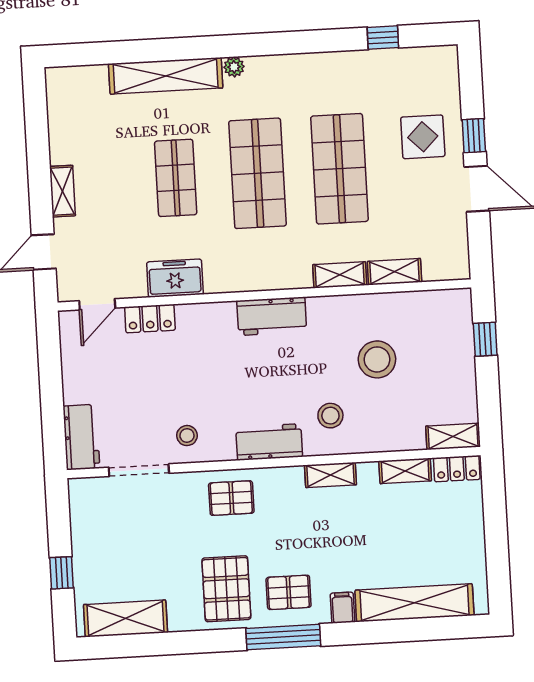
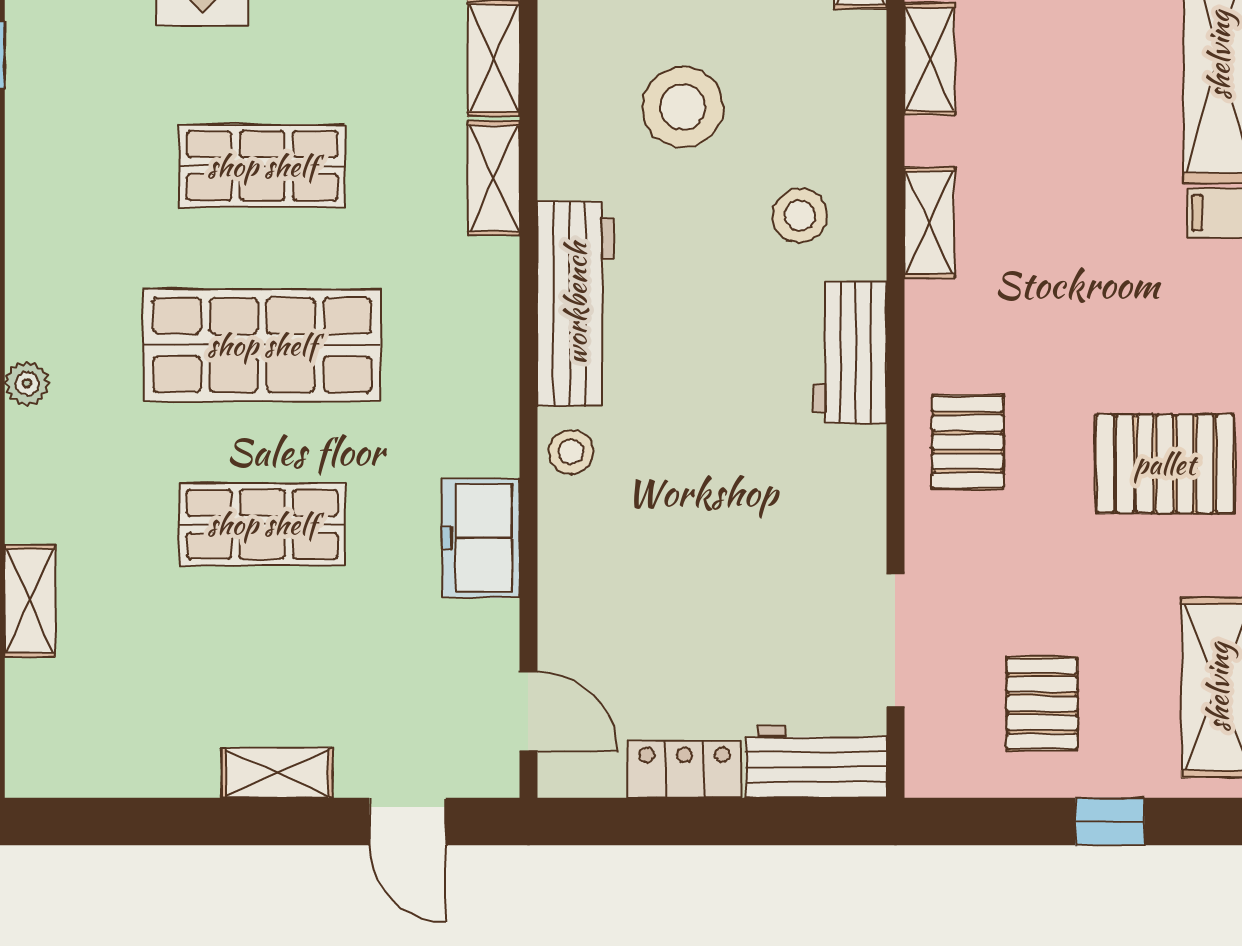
shelving: (166, 76) -> (30, 601), width x0.45, depth x0.75
shop shelf: (339, 169) -> (262, 166), width x0.70, depth x0.74
workbench: (272, 316) -> (576, 304), width x1.38
locker: (150, 319) -> (684, 769), moved, turned -90
stool: (187, 436) -> (571, 452), moved
pallet: (289, 592) -> (1042, 704), moved

